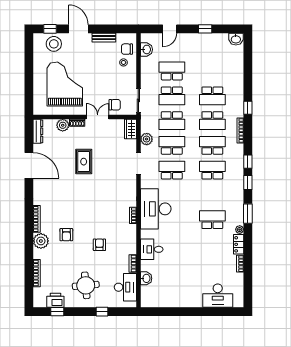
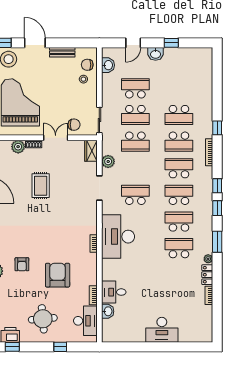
washbasin: (236, 39) -> (156, 54), moved
school desk: (172, 145) -> (179, 222), moved
armchair: (99, 245) -> (58, 275), width x1.88, depth x1.88
desk: (152, 249) -> (114, 292), moved
desk: (218, 296) -> (162, 330), moved

